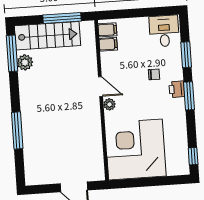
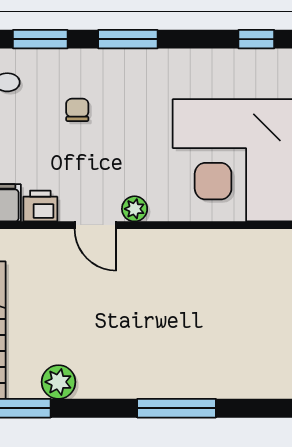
plant: (25, 62) -> (58, 382), moved
door: (101, 87) -> (96, 225), swing flipped
printer: (177, 89) -> (40, 206), moved, turned 180

